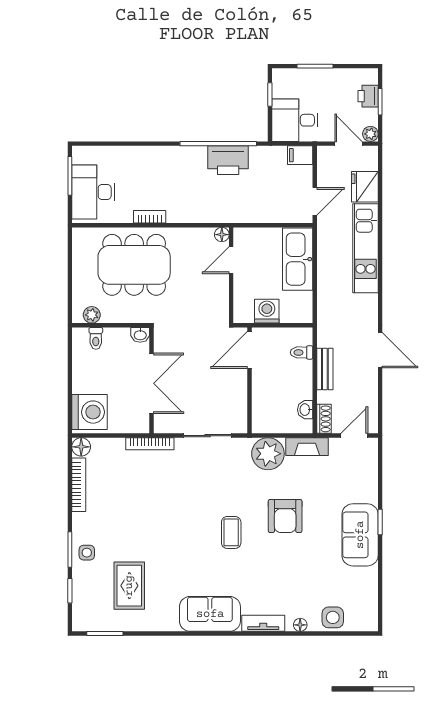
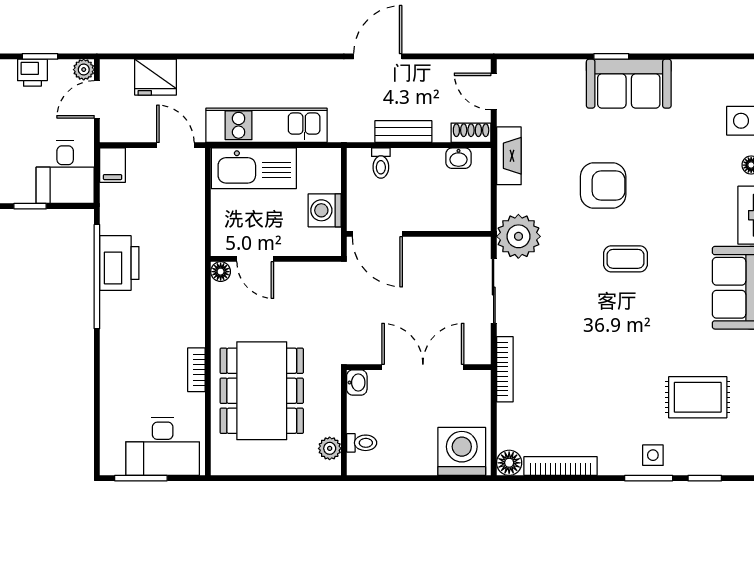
kitchen unit: (366, 248) -> (266, 125), moved, turned 180
plant: (268, 454) -> (518, 236), moved

